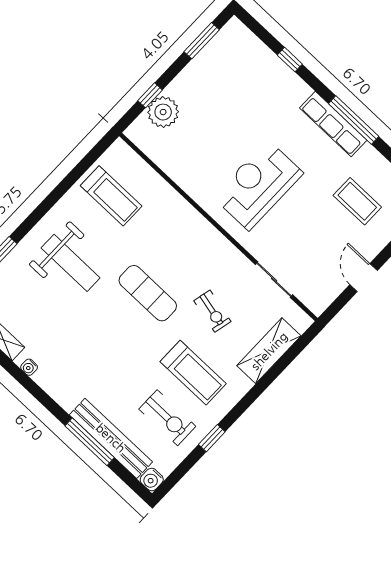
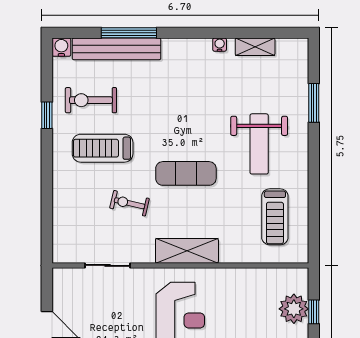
treadmill: (111, 196) -> (275, 217), turned -90
weight bench: (71, 263) -> (259, 144), turned -90
shelving: (269, 351) -> (187, 251), moved, turned 90

